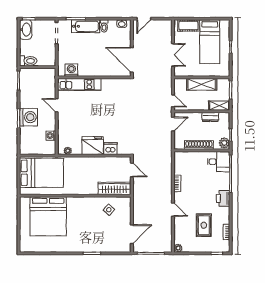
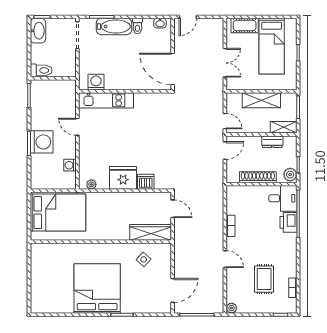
printer: (223, 198) -> (288, 222), moved
bed: (48, 216) -> (97, 288), moved, turned 180

